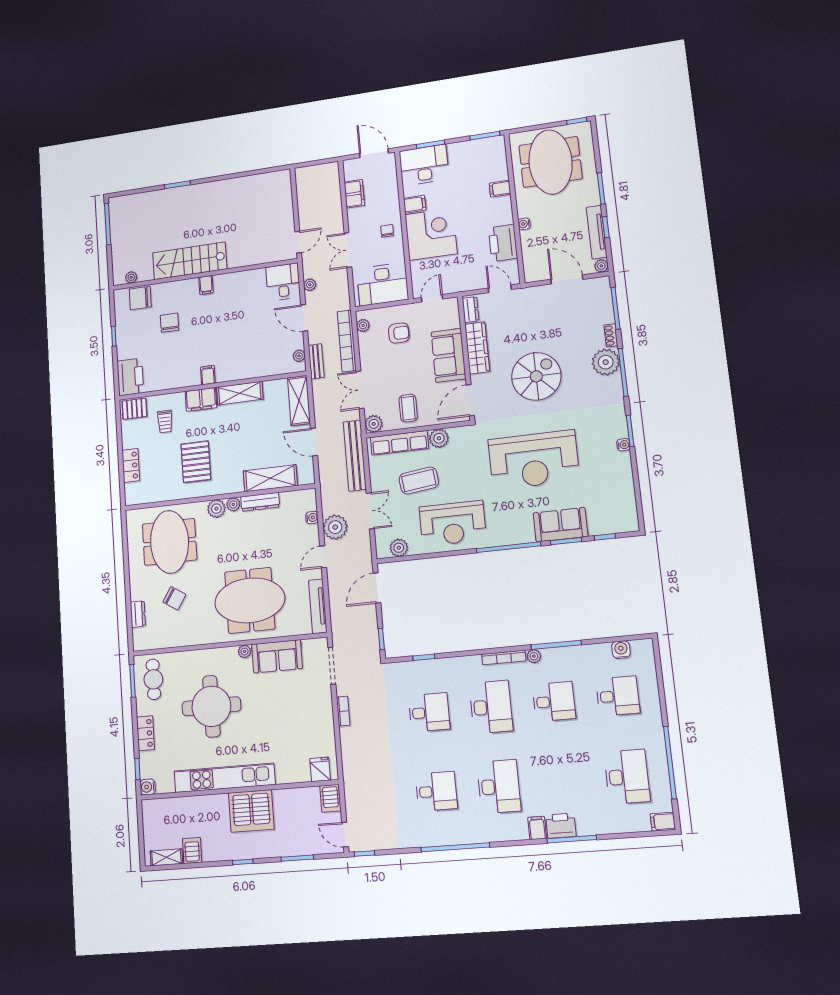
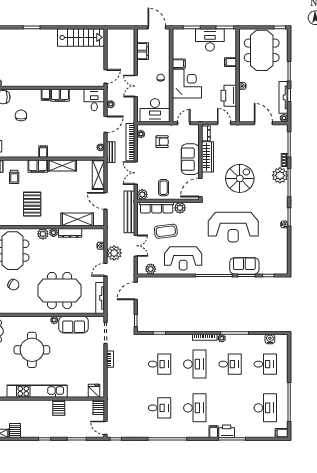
desk: (424, 165) -> (210, 40), moved
stairs: (190, 261) -> (81, 37), moved, turned 180
filing cabinet: (228, 282) -> (60, 95), added
door: (304, 318) -> (106, 124), swing flipped
server rack: (251, 811) -> (59, 408), width x0.46, depth x0.70

